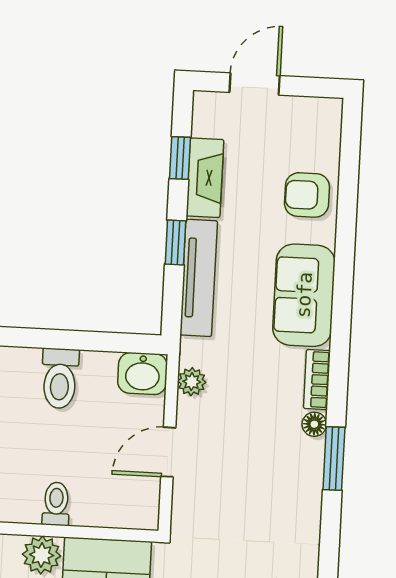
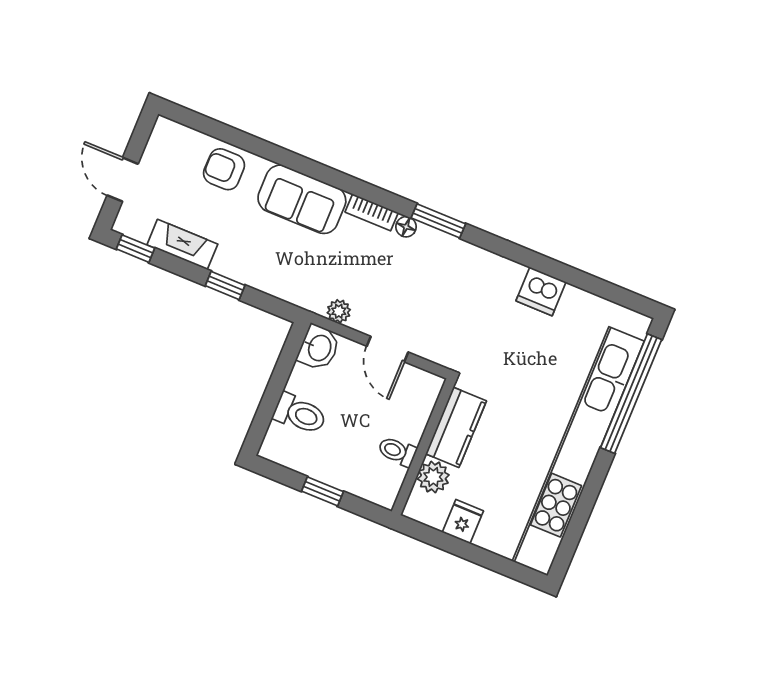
window: (180, 158) -> (136, 249), moved
armchair: (307, 195) -> (224, 169), turned 90
tv unit: (199, 278) -> (259, 277), removed

